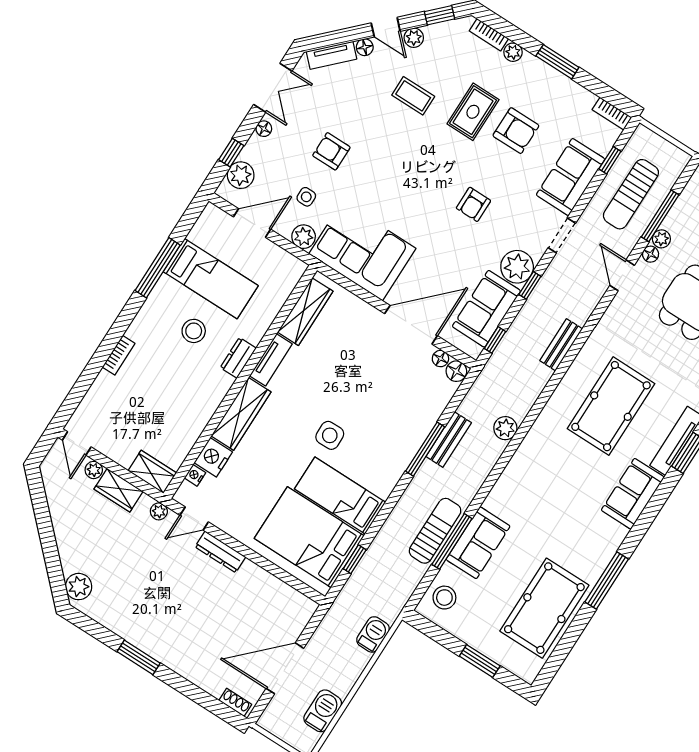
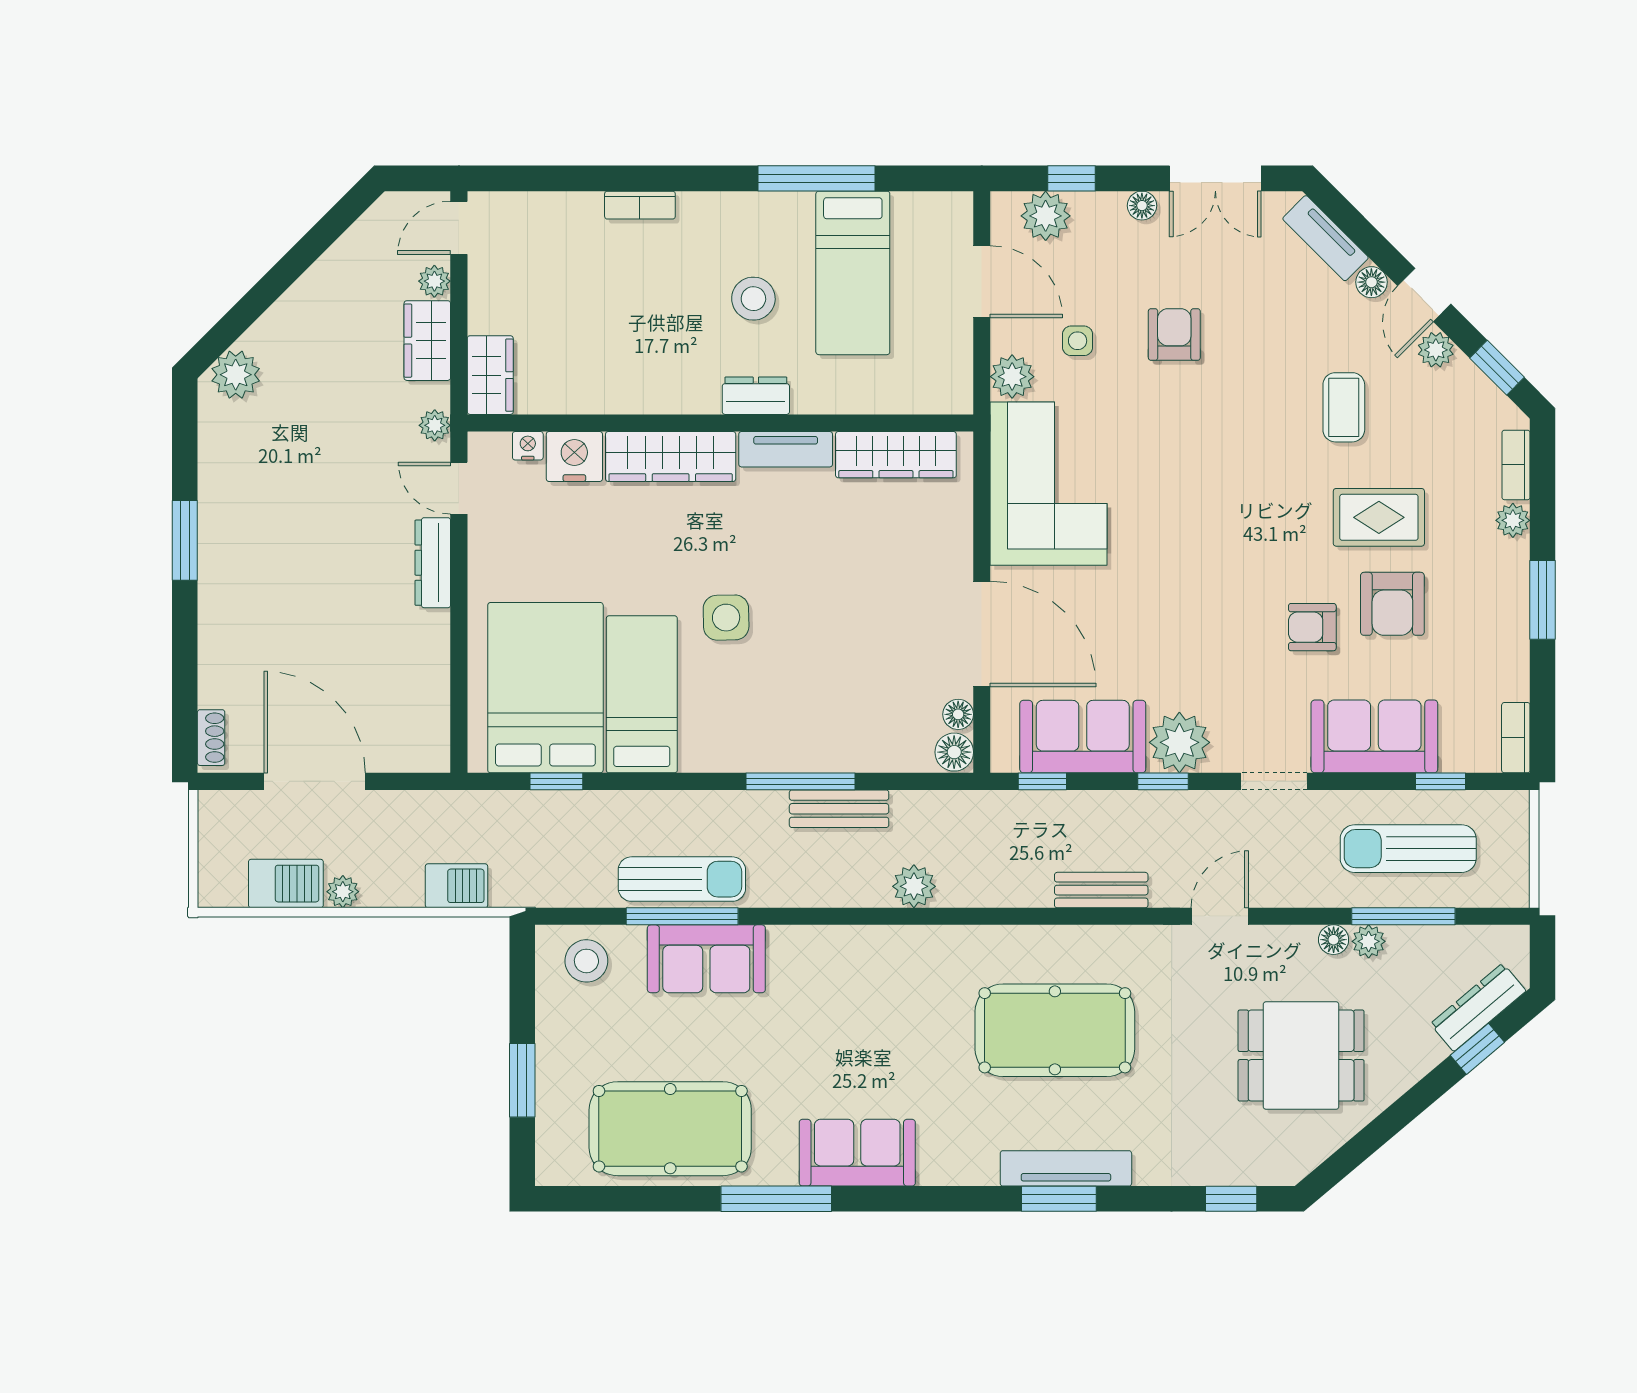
armchair: (473, 204) -> (1312, 627), moved
door: (622, 275) -> (1220, 916), moved
sofa: (633, 494) -> (857, 1153), moved
plant: (343, 688) -> (343, 892), added

